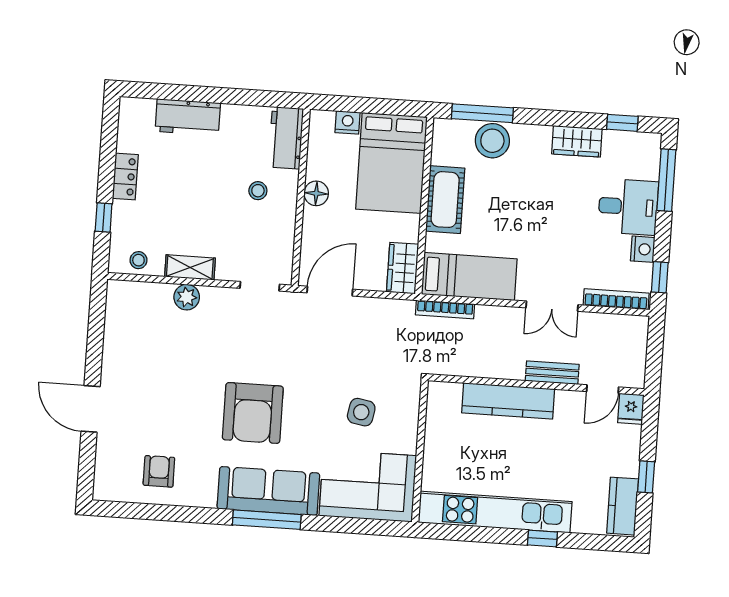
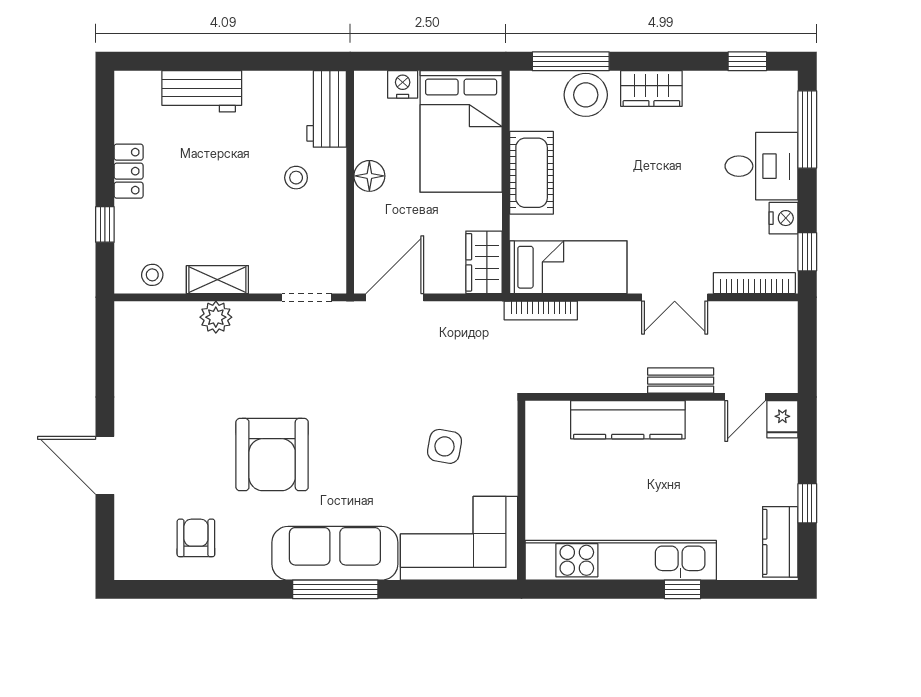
wardrobe: (577, 141) -> (651, 88), moved
armchair: (253, 413) -> (272, 455), moved

